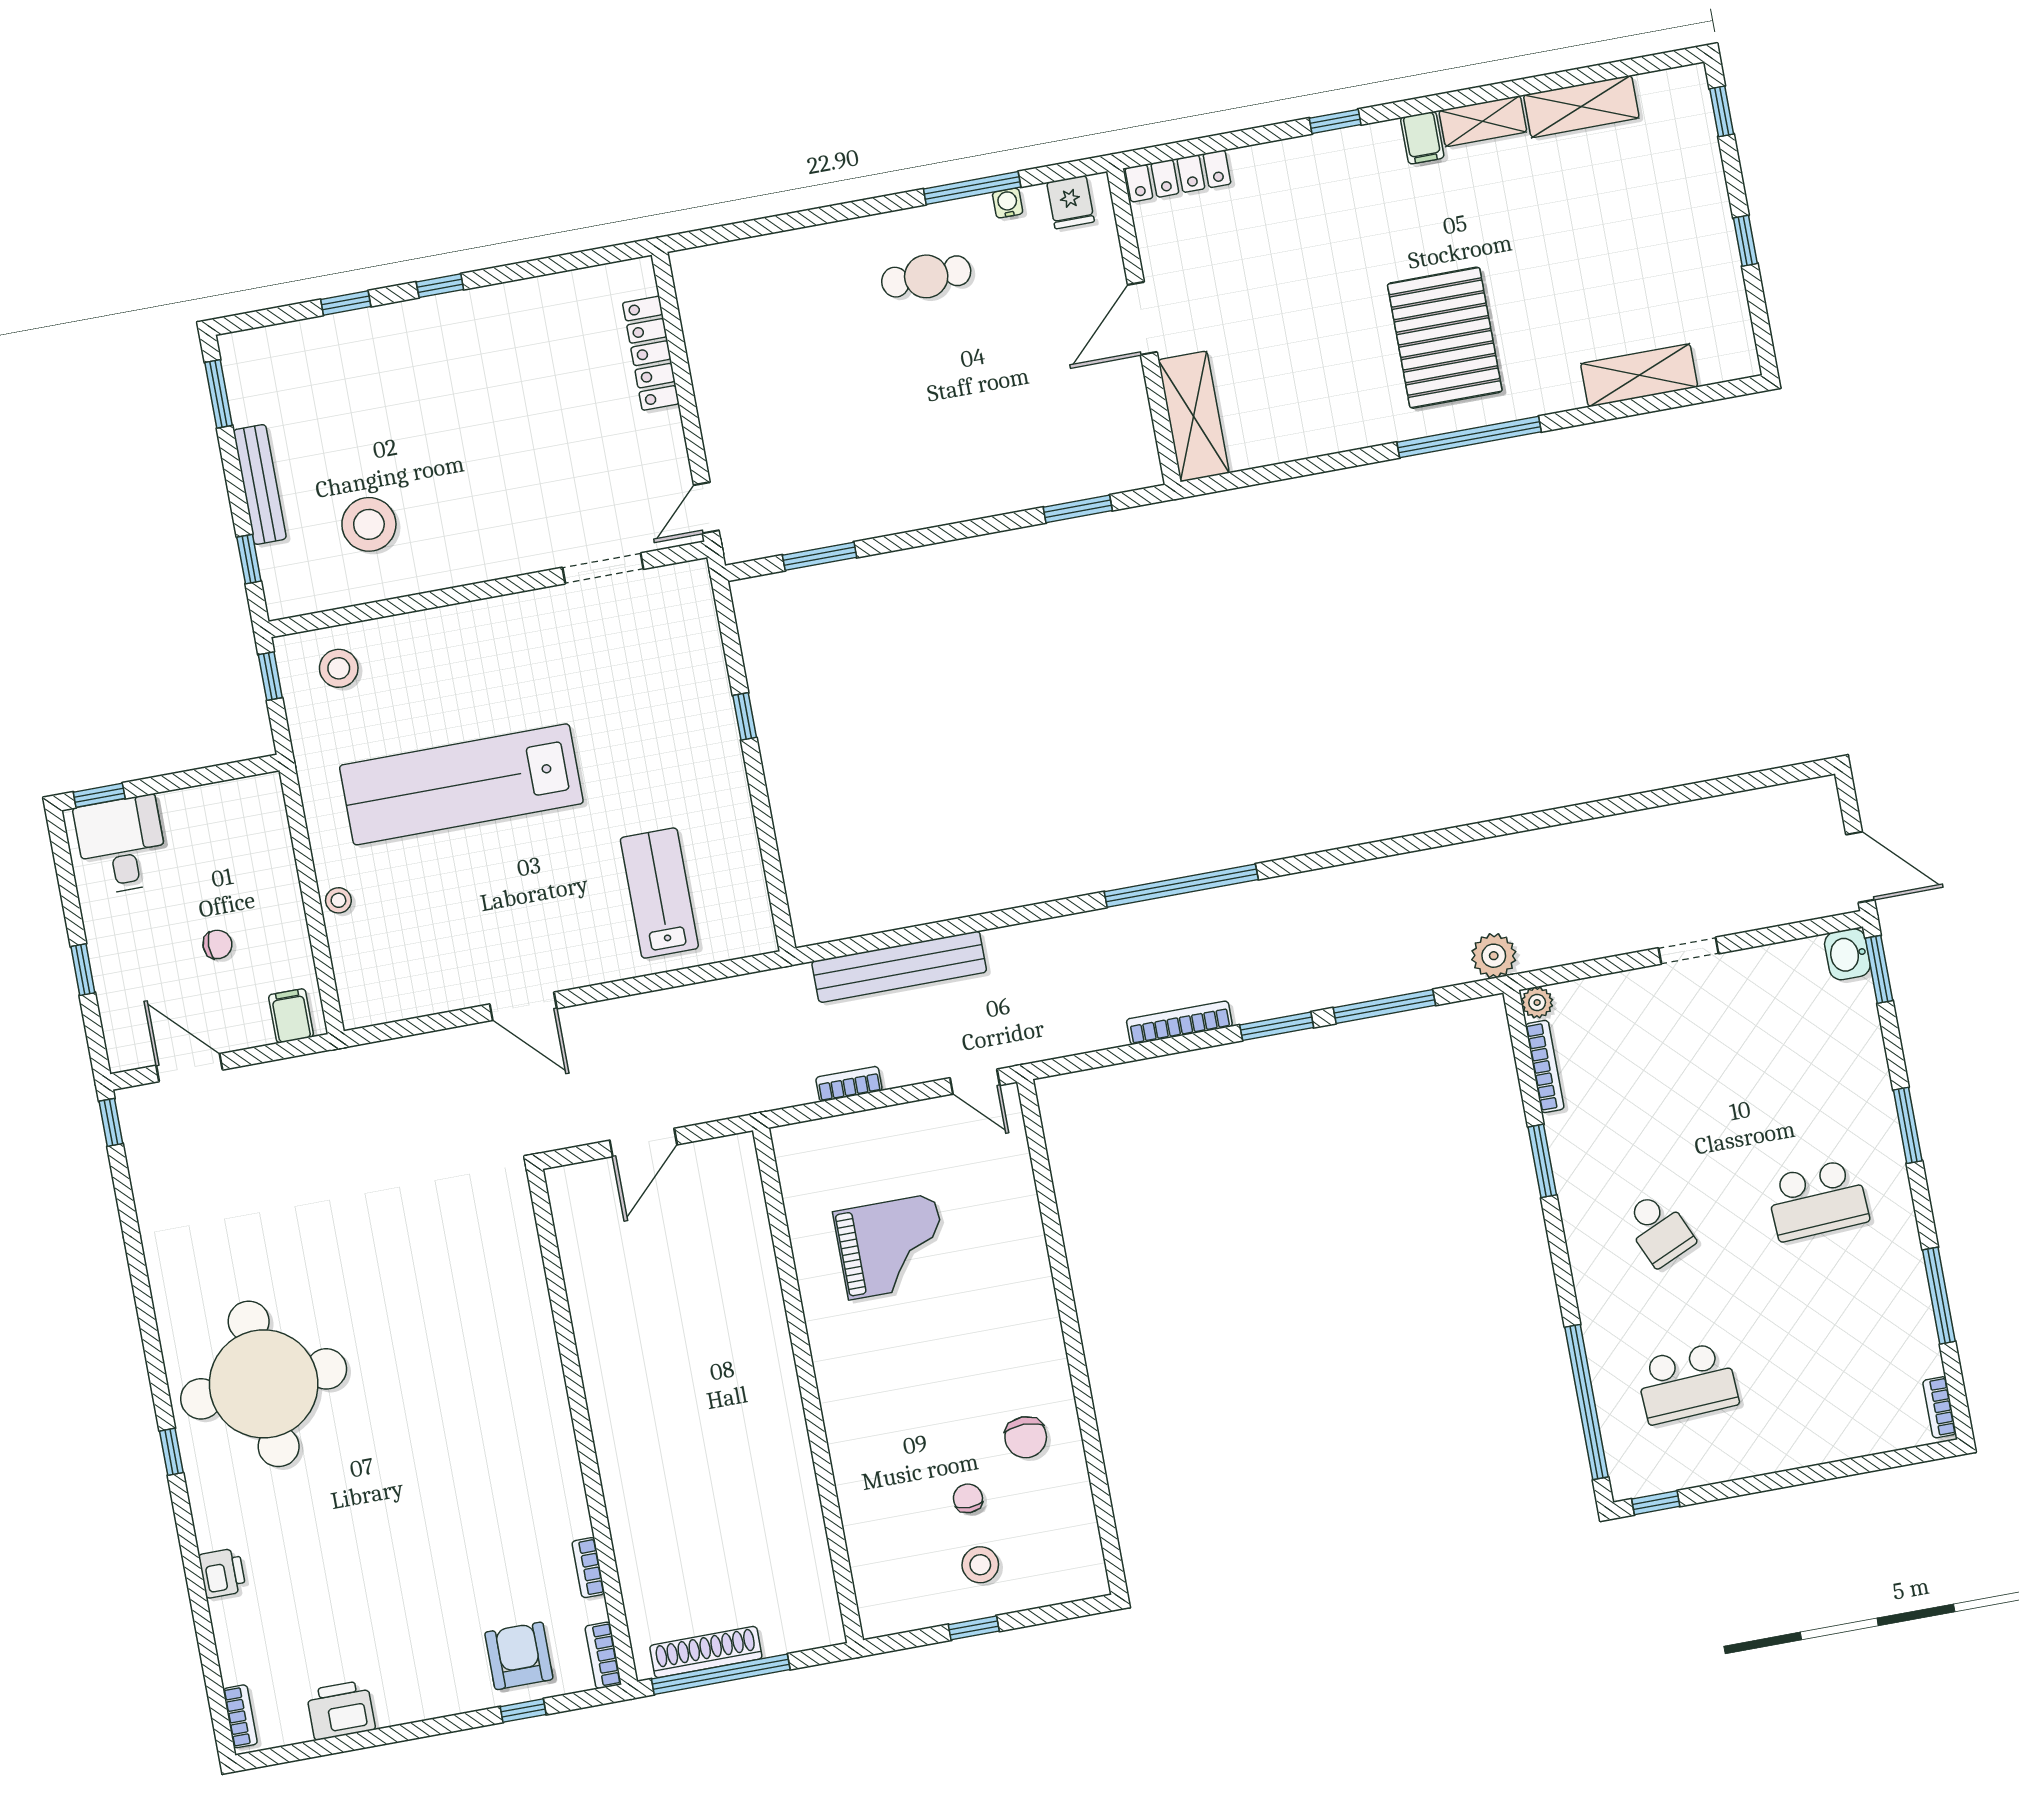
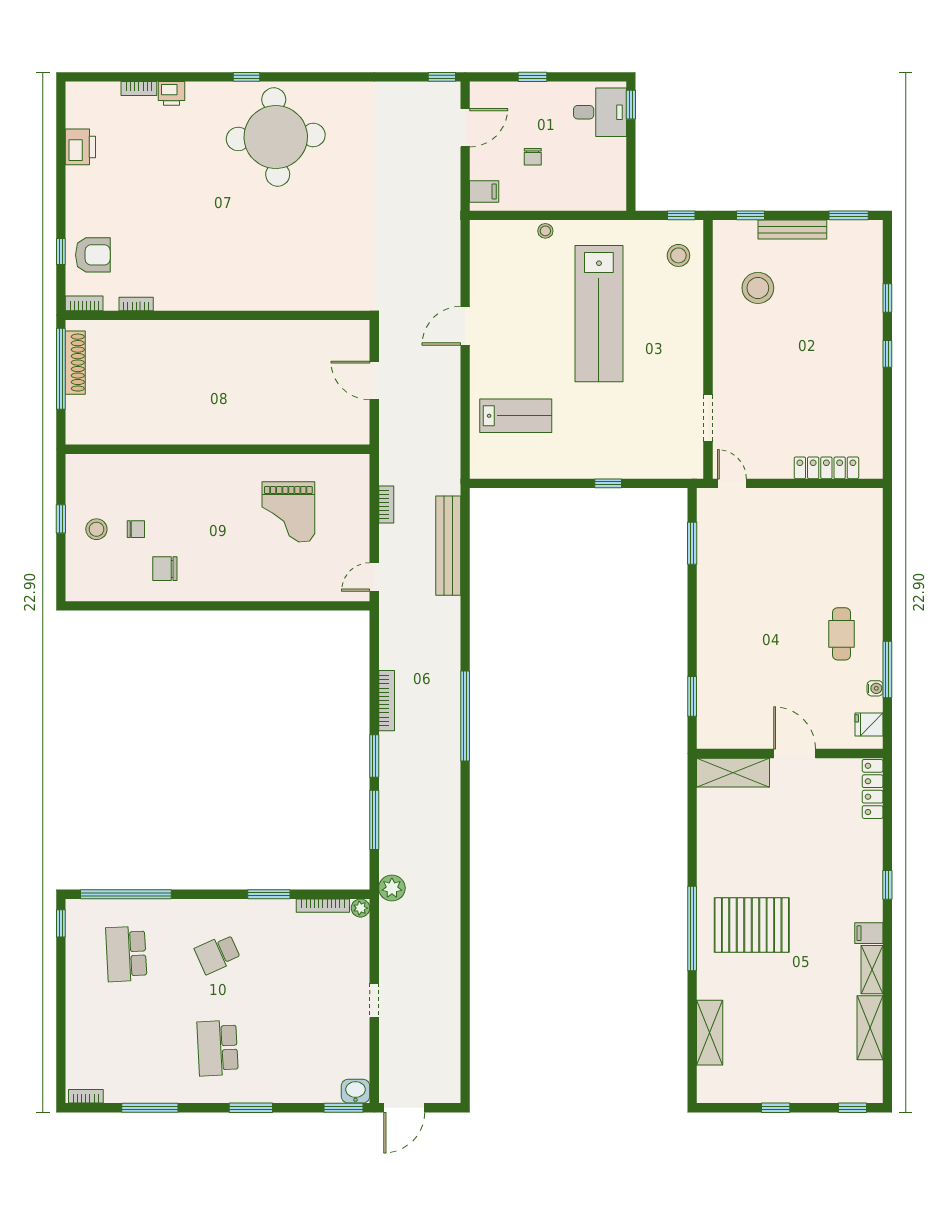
lab bench: (461, 784) -> (599, 314), turned 180
bookcase: (240, 1716) -> (139, 89), moved

